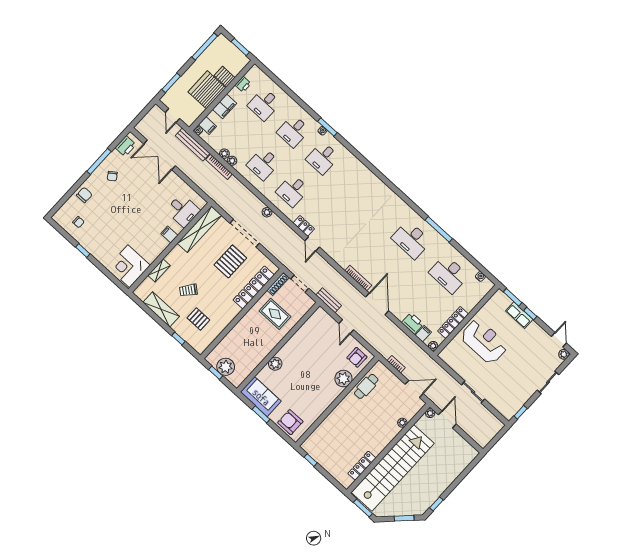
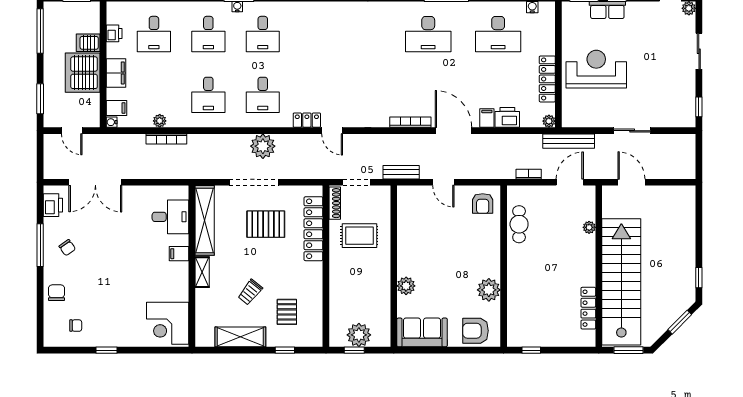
bench: (193, 144) -> (569, 141), moved
plant: (232, 161) -> (174, 121), removed
plant: (267, 212) -> (263, 146), width x1.87, depth x1.87
pallet: (230, 261) -> (266, 224), turned 90
shelving: (159, 270) -> (202, 272), moved
pallet: (198, 319) -> (287, 312), turned 90
filing cabinet: (423, 334) -> (487, 118), moved
plant: (343, 379) -> (489, 290), moved
plant: (430, 413) -> (608, 192), removed
window: (261, 414) -> (439, 350), removed

